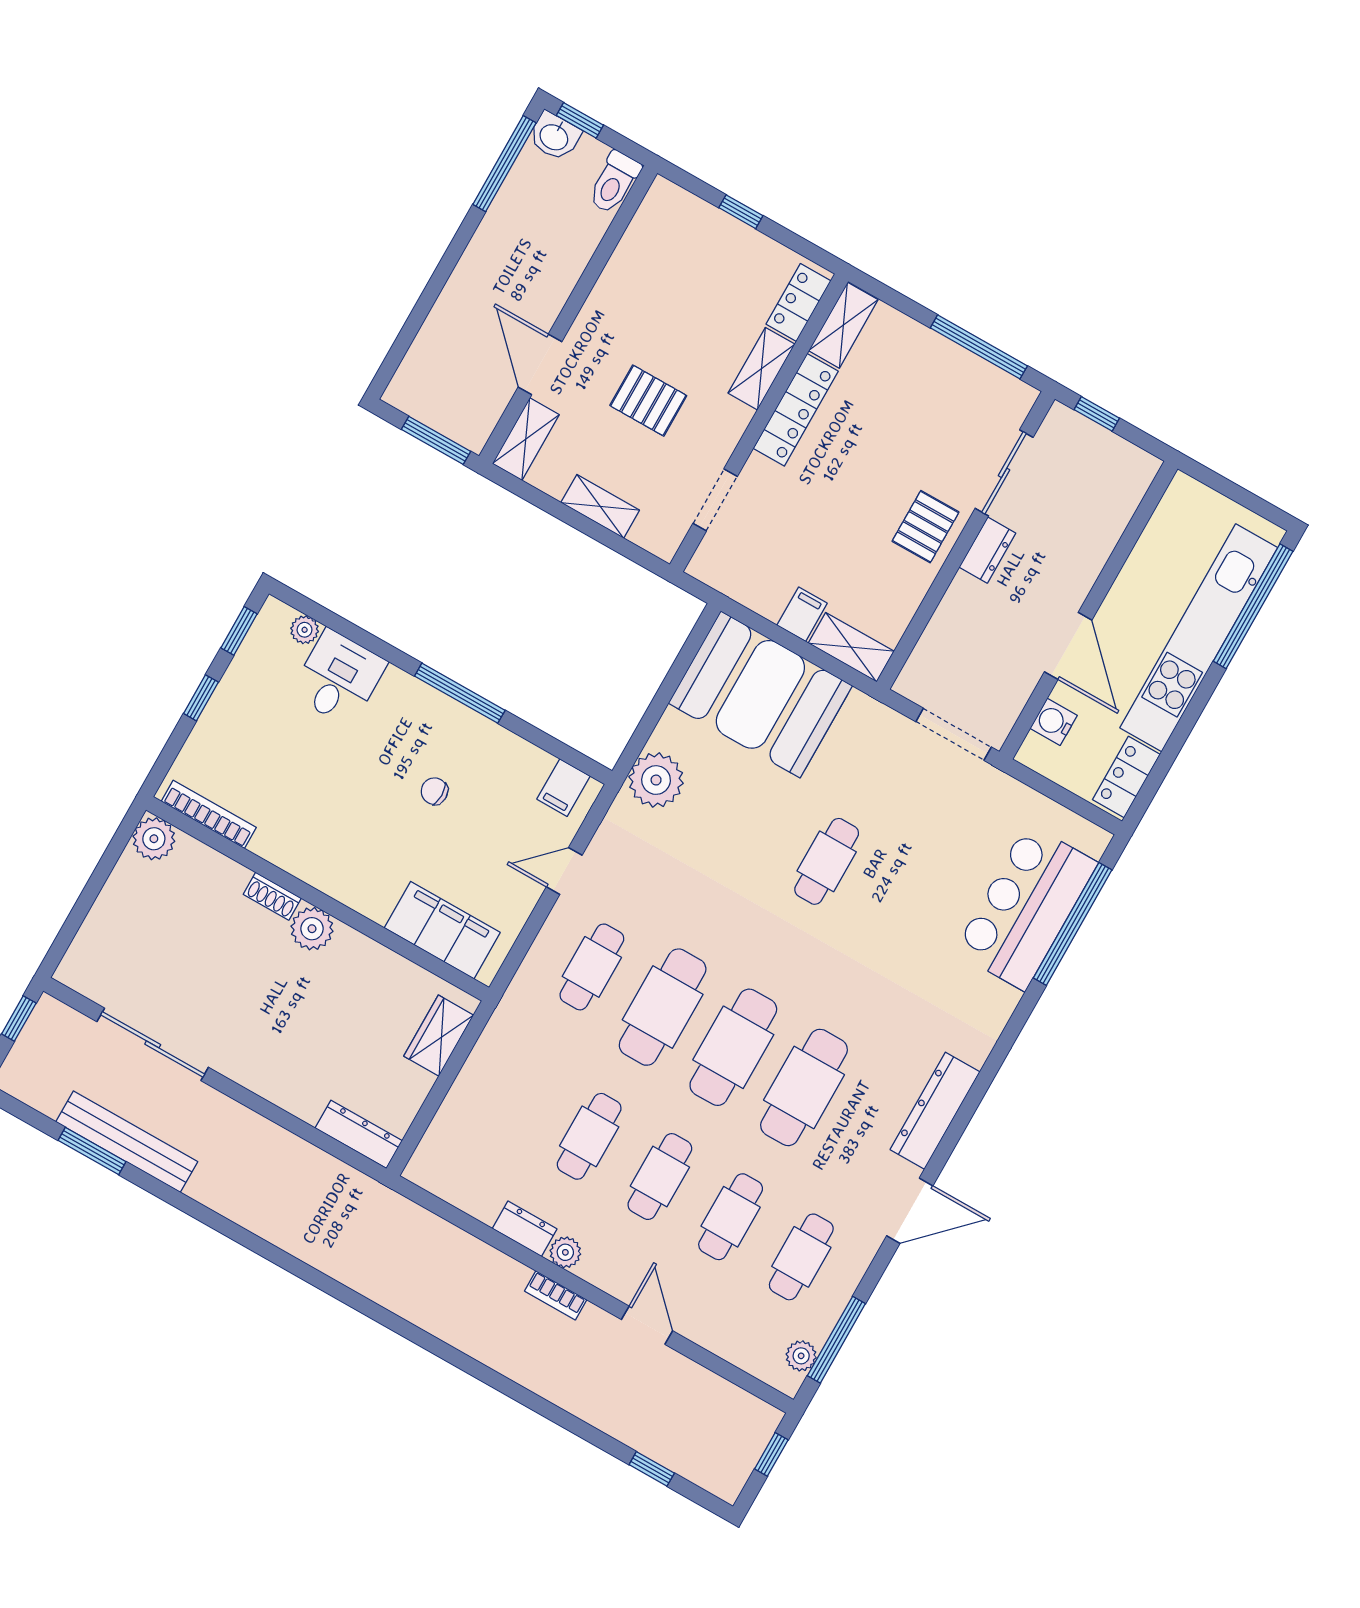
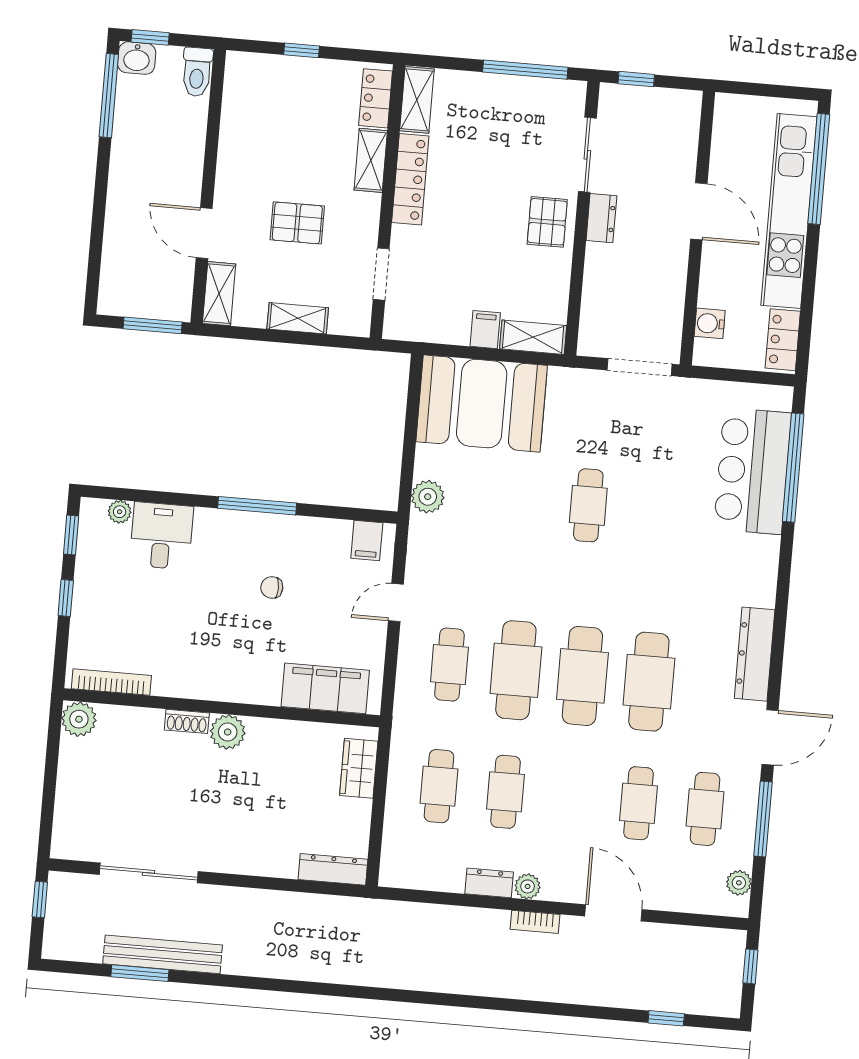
door: (1068, 646) -> (699, 211), moved
plant: (656, 780) -> (428, 497), width x0.73, depth x0.73
cafe table: (660, 1177) -> (439, 786), moved
door: (647, 1325) -> (613, 913), width x1.38
window: (836, 1340) -> (763, 819), moved

